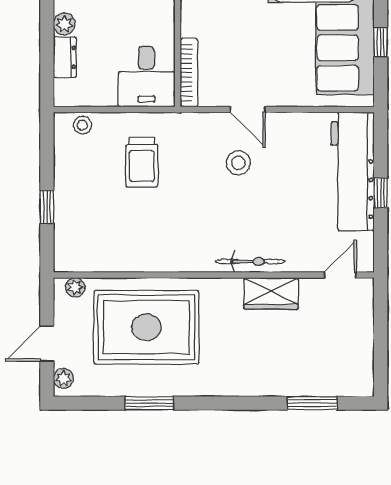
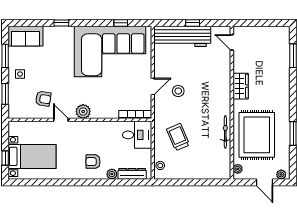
dresser: (65, 57) -> (132, 174), width x1.44
trolley: (142, 162) -> (178, 137), turned -113
window: (47, 207) -> (199, 182), removed
bicycle: (250, 261) -> (225, 132), moved
wardrobe: (271, 293) -> (241, 86), moved

